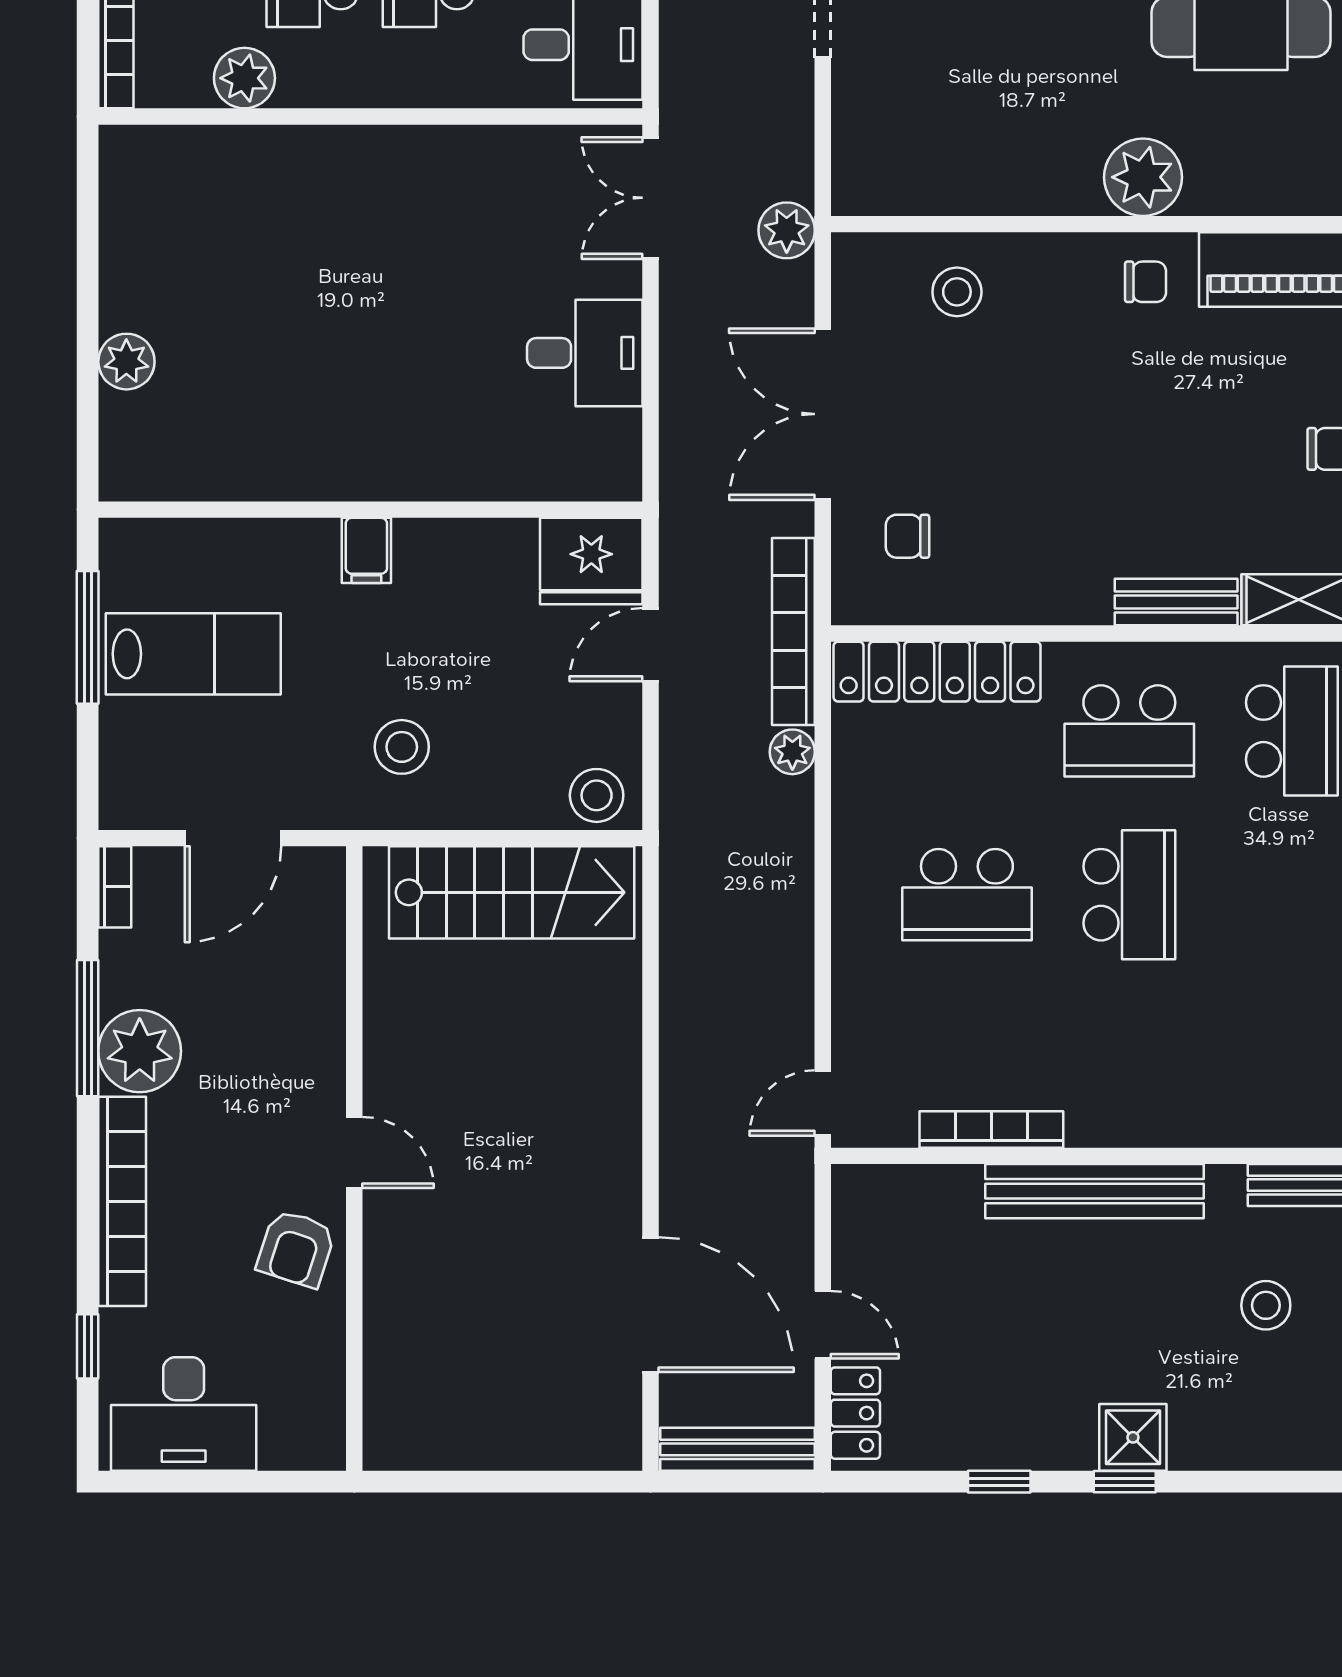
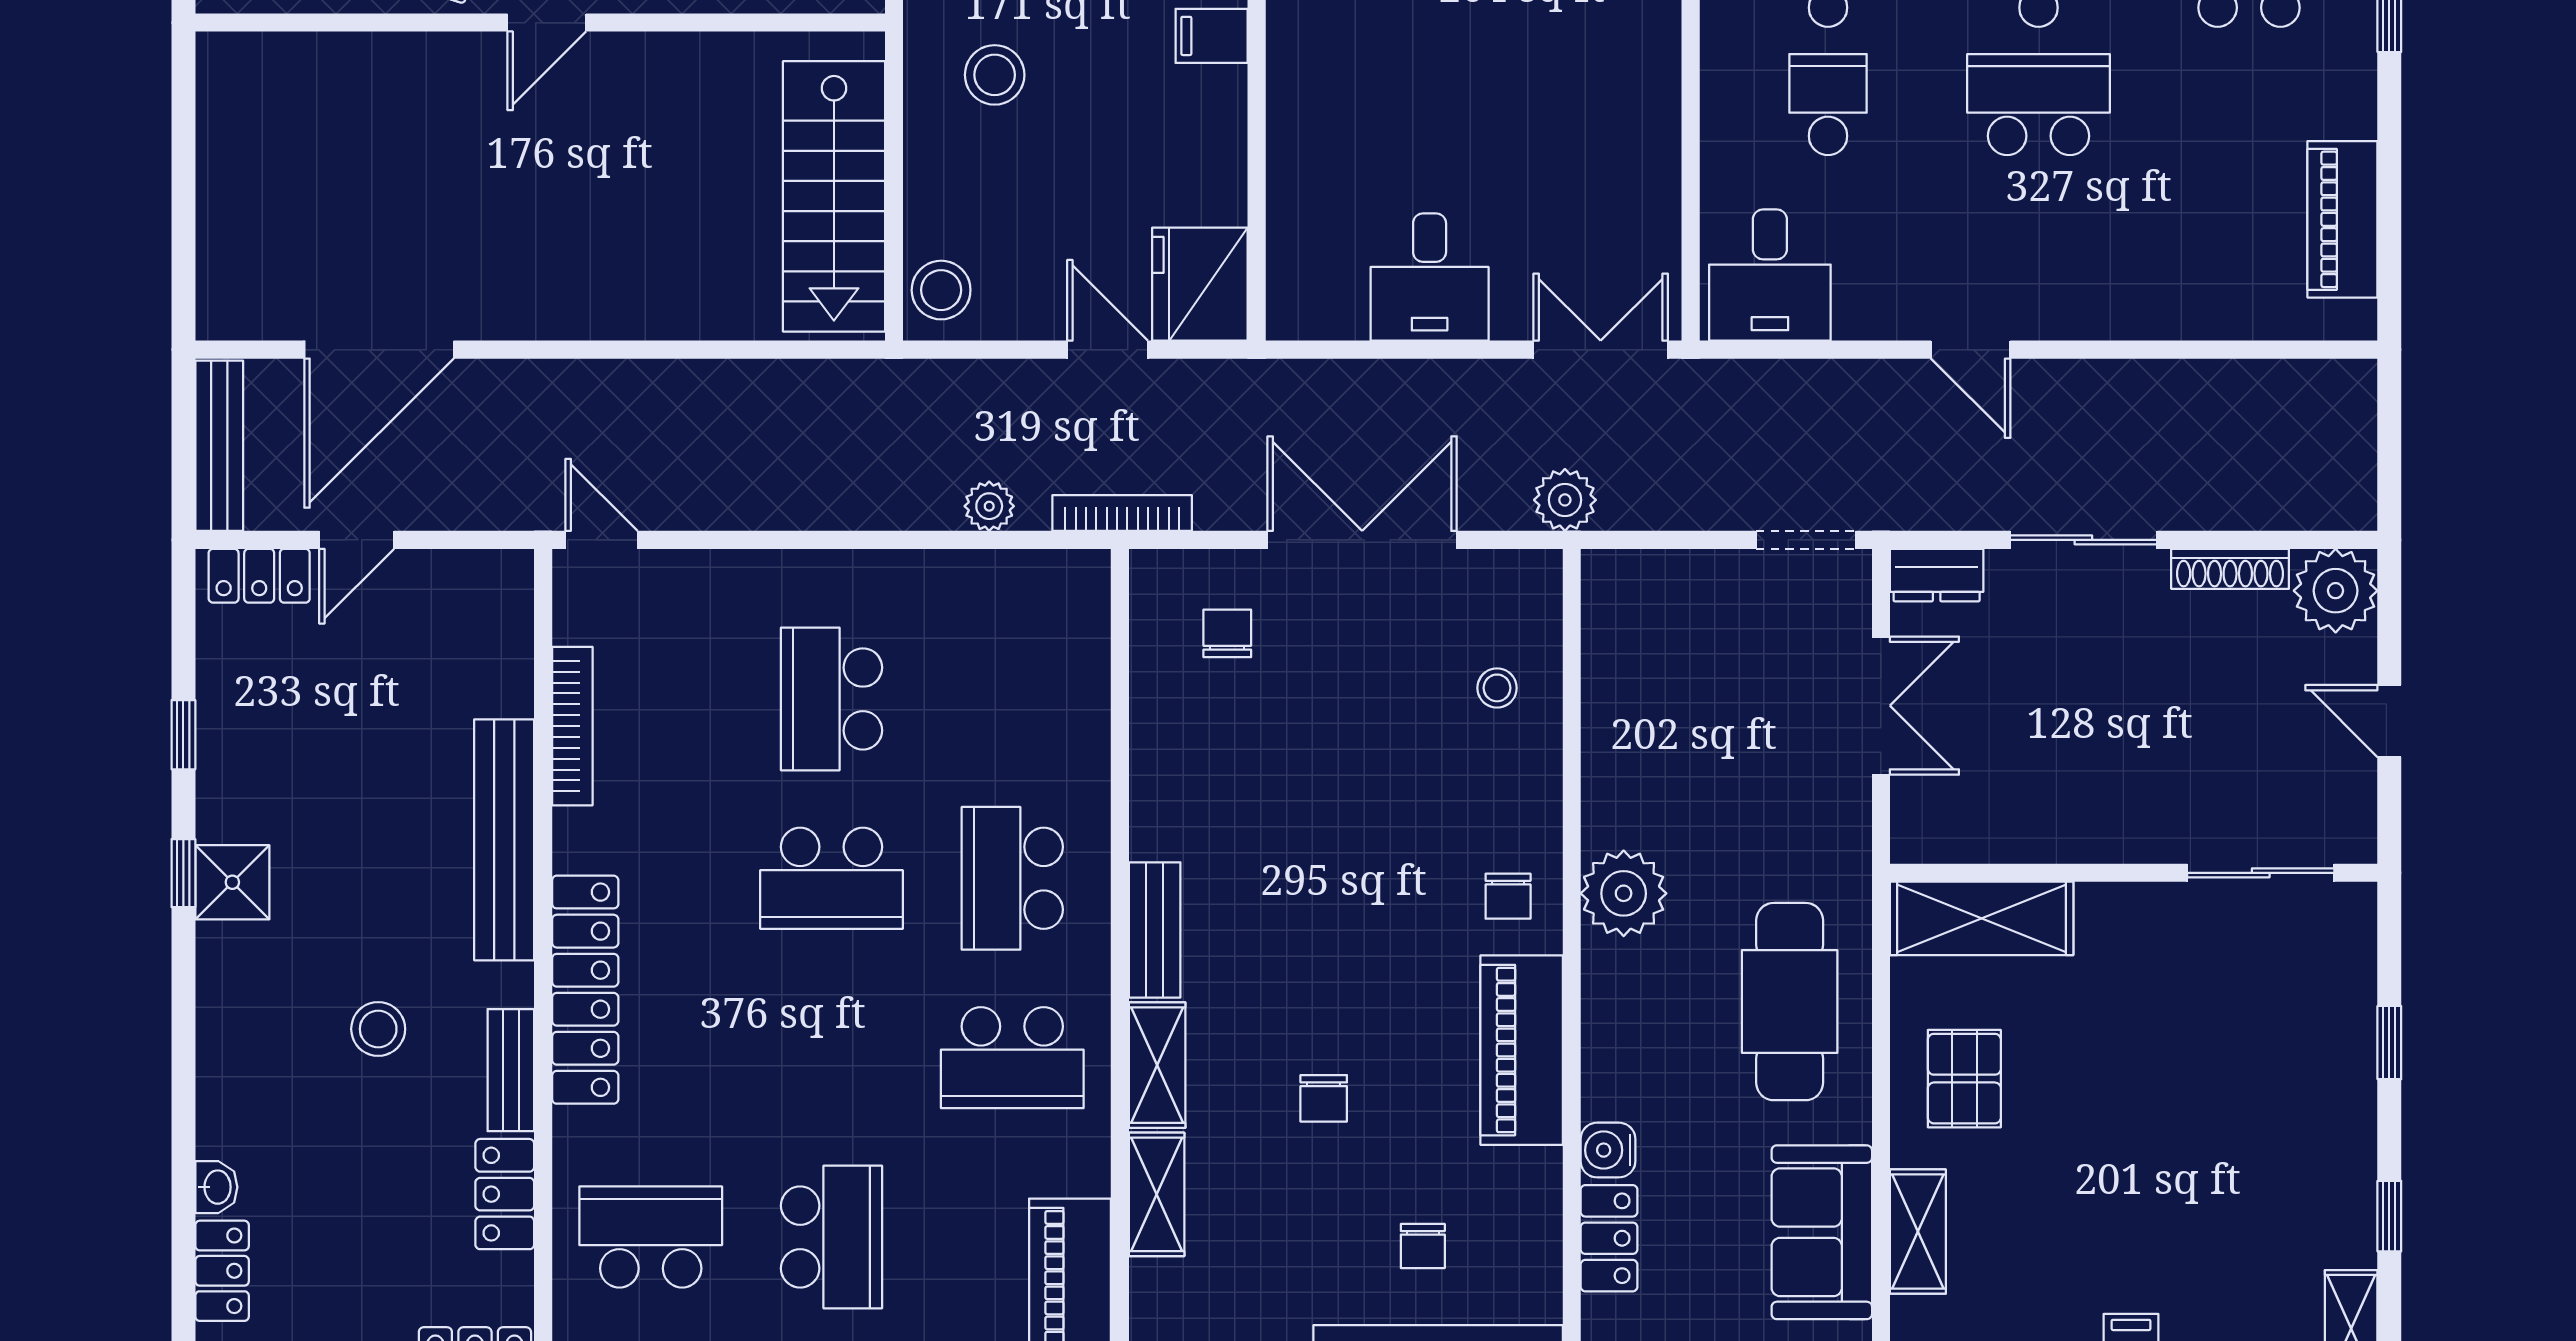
stool: (957, 292) -> (1497, 688), width x0.73, depth x0.73
bookcase: (793, 631) -> (1122, 513), width x0.68, depth x0.76
locker: (937, 672) -> (585, 990), moved, turned 180

